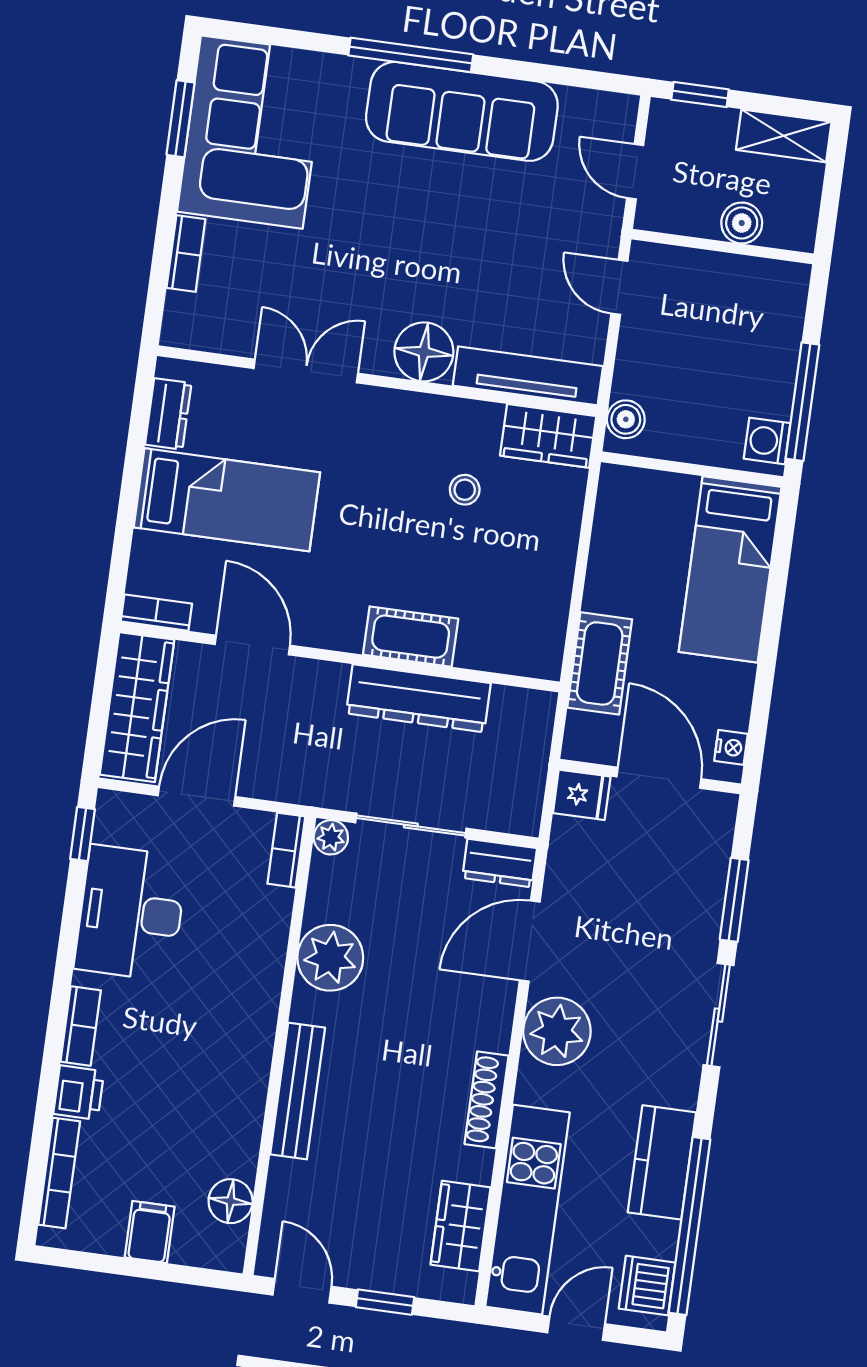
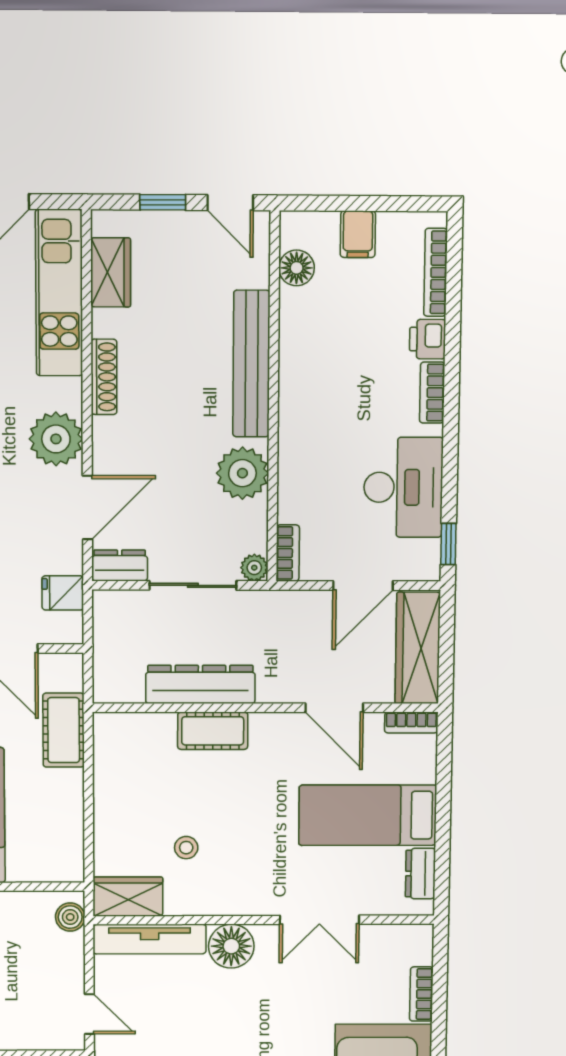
fridge: (582, 795) -> (63, 593), moved
bench: (298, 1091) -> (251, 364), width x1.37, depth x1.21

